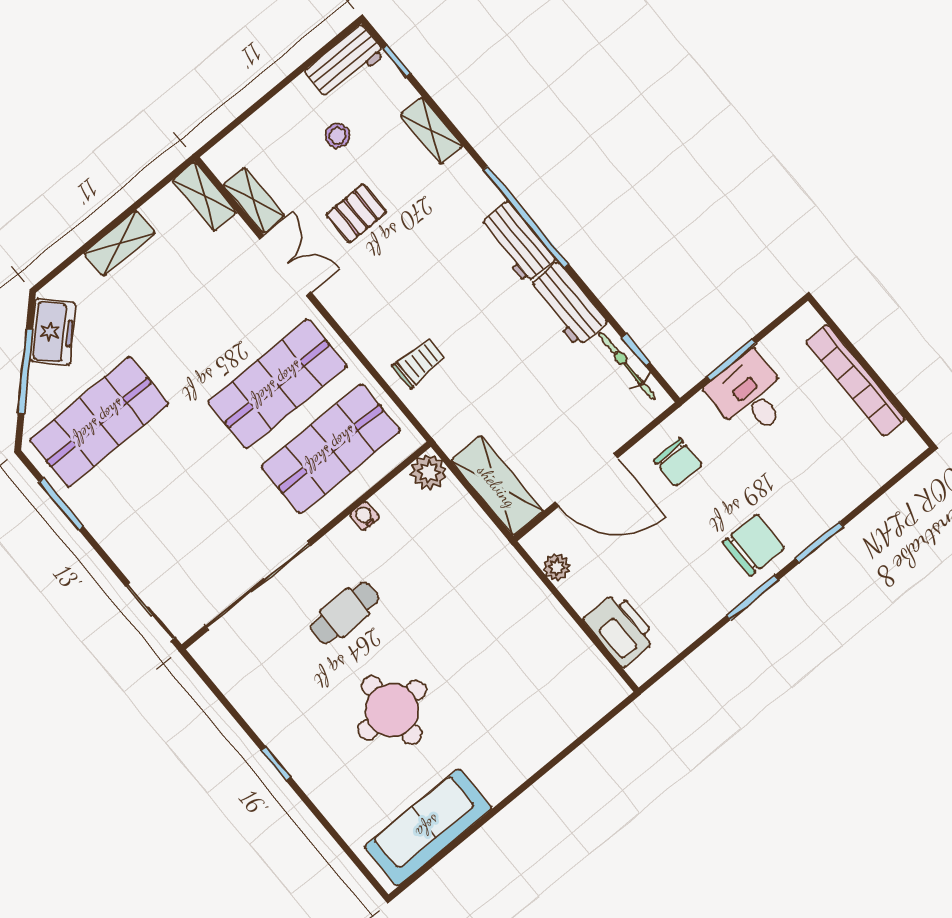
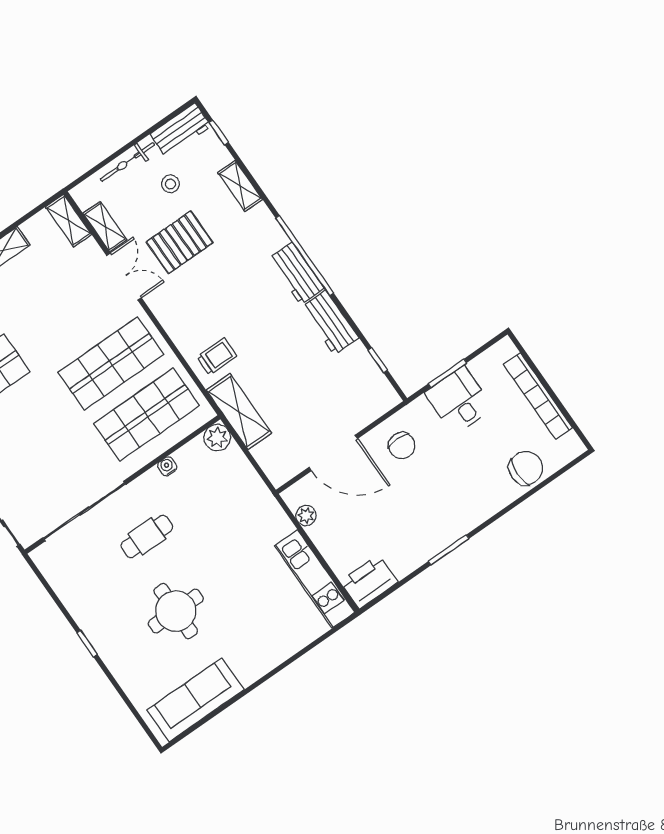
pallet: (356, 213) -> (180, 242), width x1.50, depth x1.42
bicycle: (627, 366) -> (127, 162), moved, turned -90
shelving: (497, 486) -> (239, 412), moved
window: (819, 542) -> (501, 513), removed
chair: (753, 545) -> (526, 468), moved
printer: (620, 629) -> (369, 582), moved, turned -90
kitchen unit: (575, 652) -> (315, 579), added

